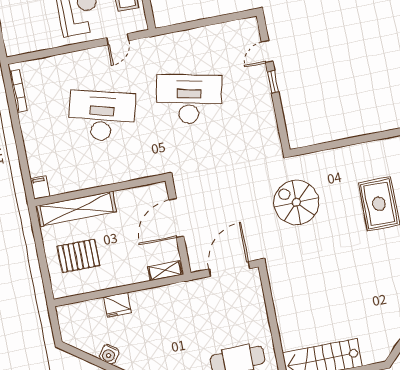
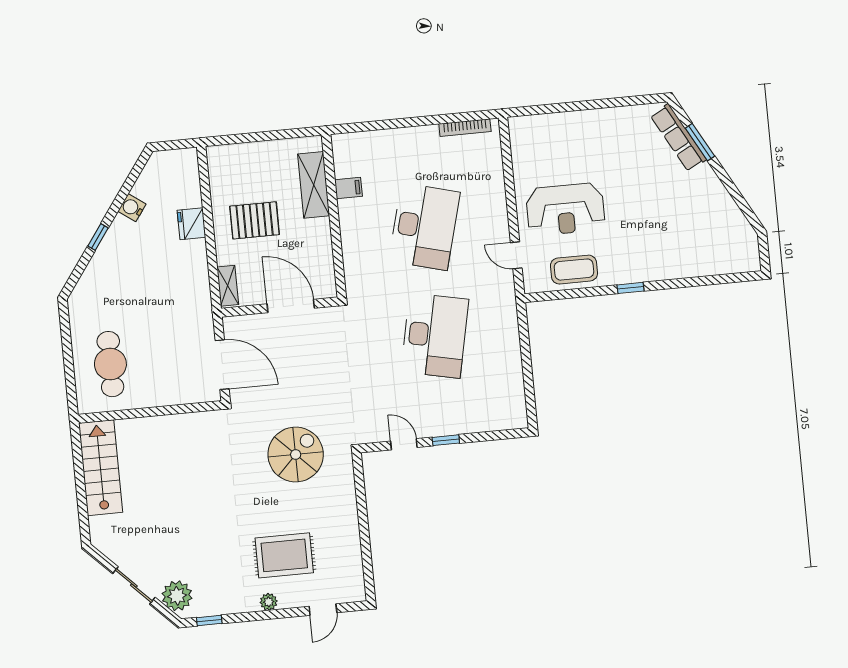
door: (267, 52) -> (404, 444), moved
filing cabinet: (40, 188) -> (348, 188), moved
shelving: (77, 209) -> (314, 185), width x0.68
pallet: (78, 256) -> (255, 220), moved, turned 90

